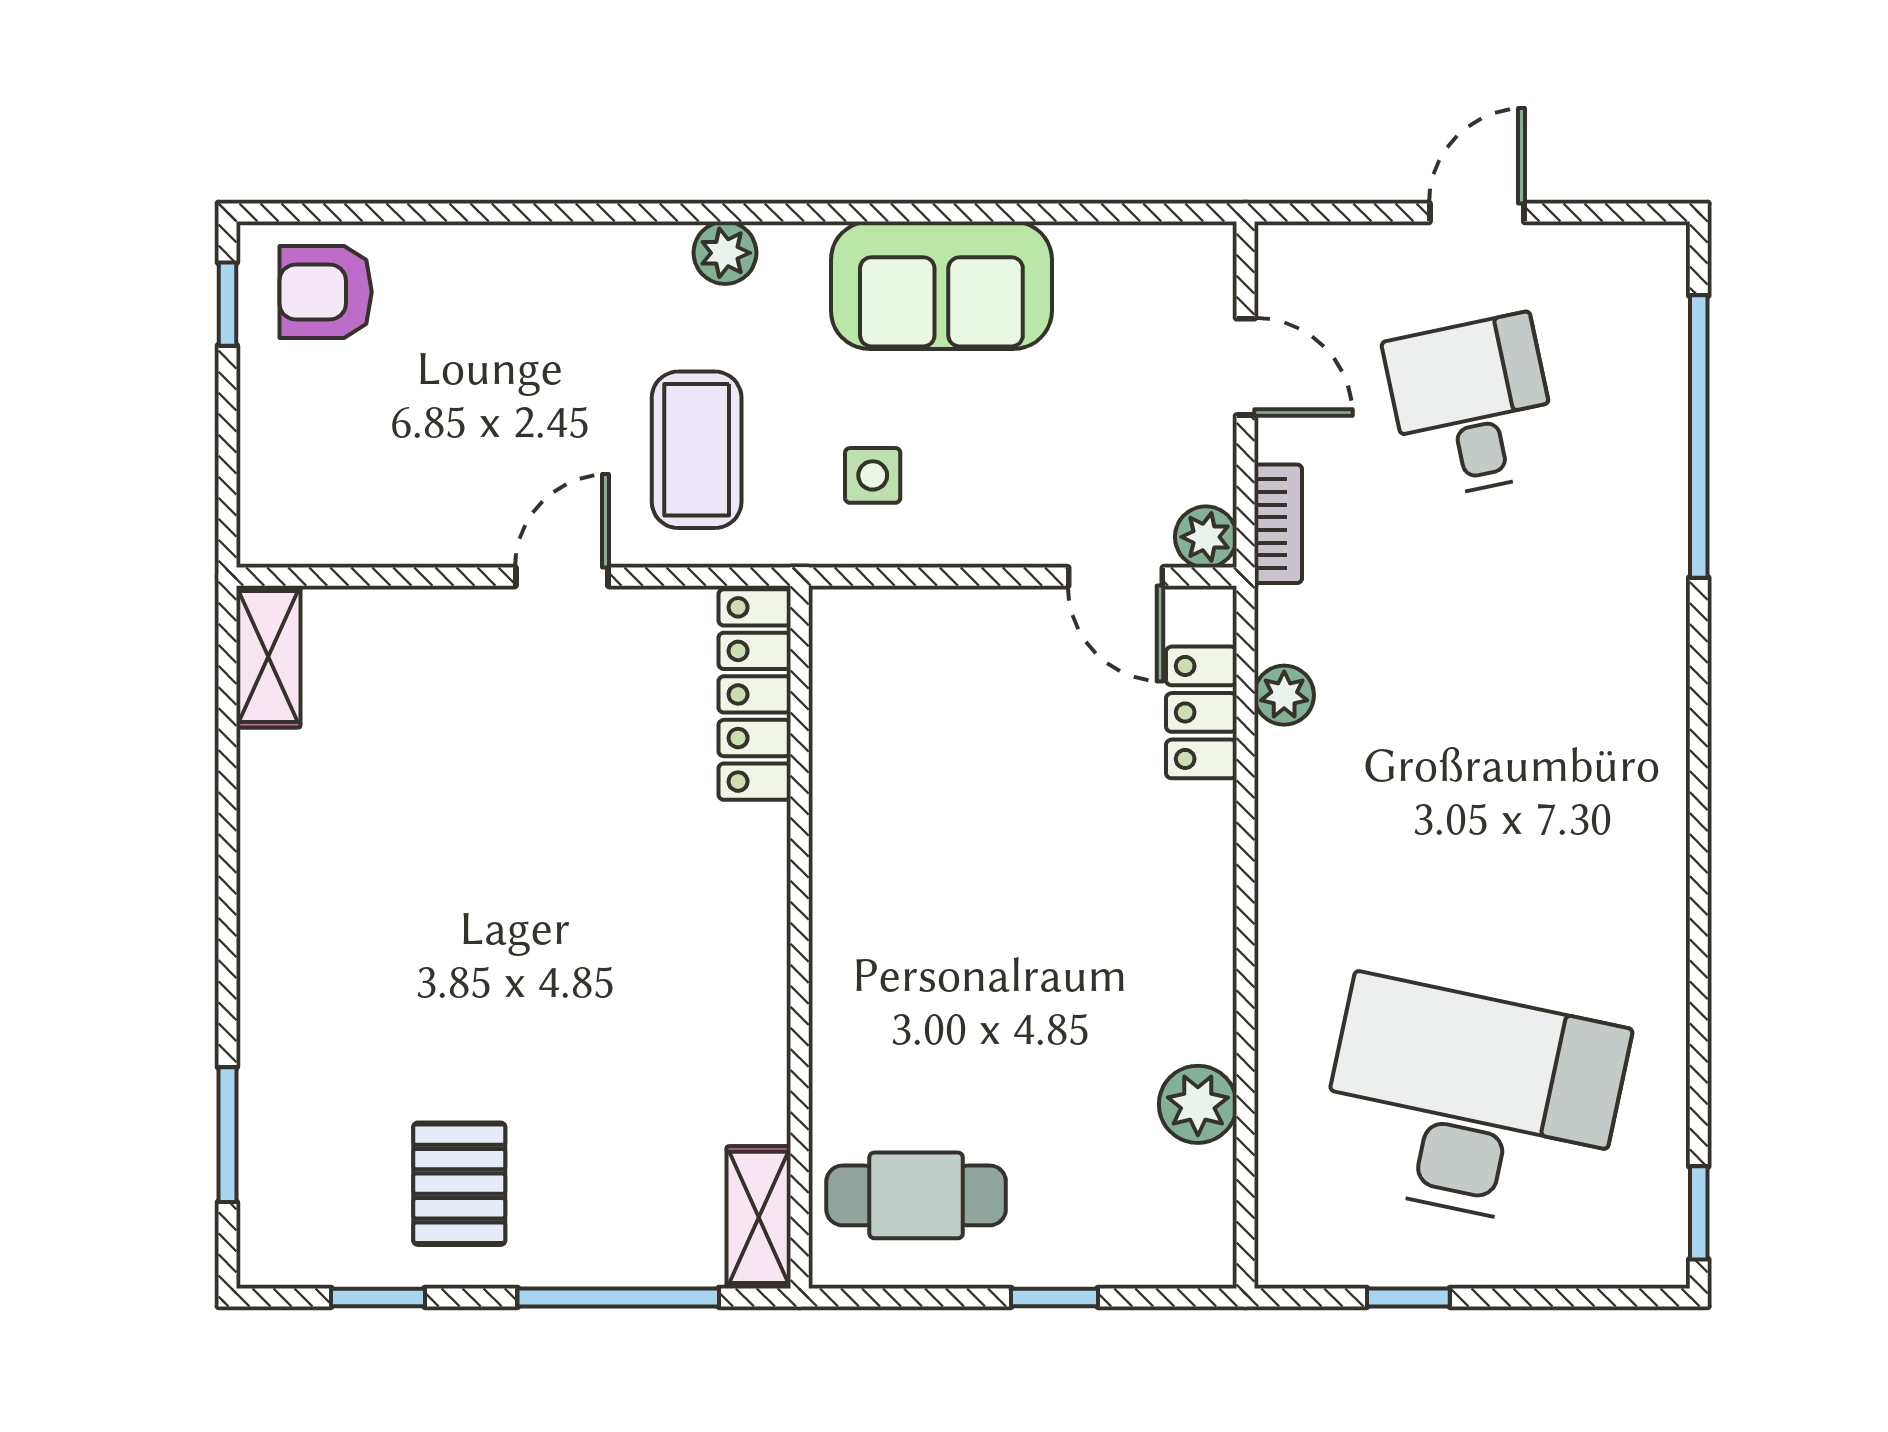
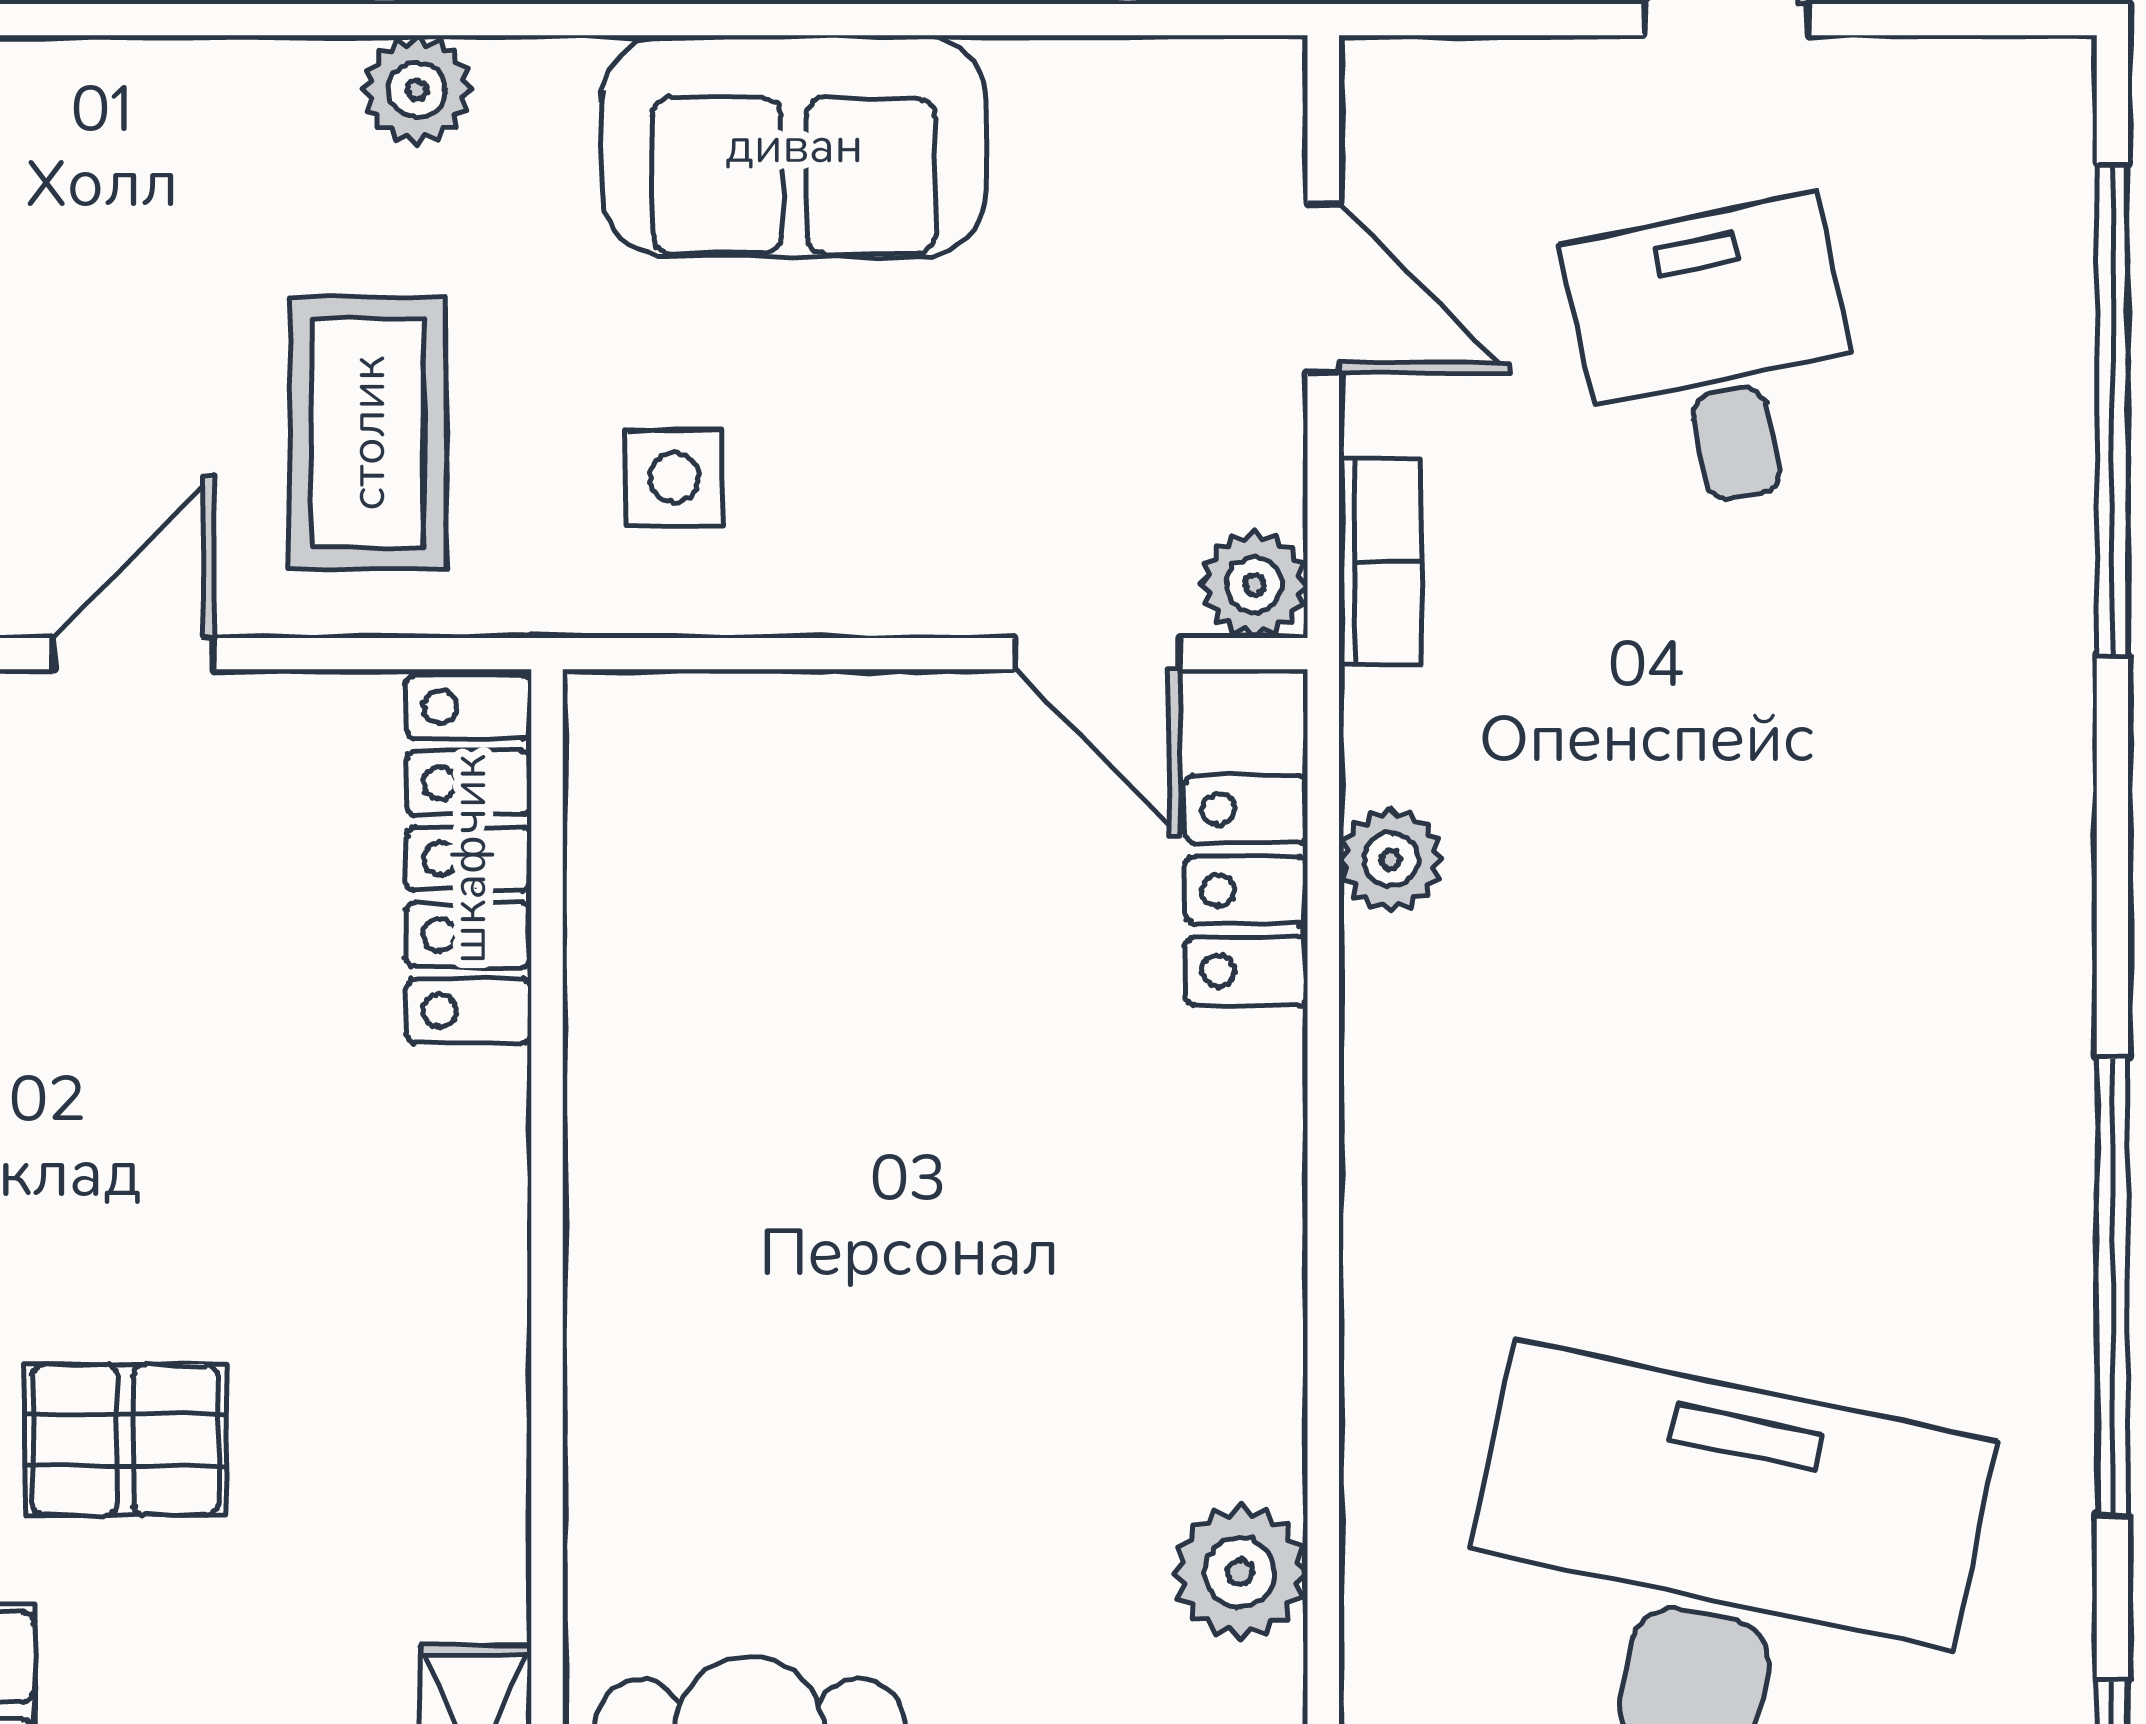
window: (1699, 940) -> (2112, 1286), added
pallet: (557, 1028) -> (125, 1440), added

